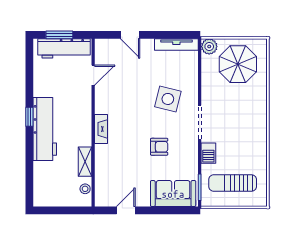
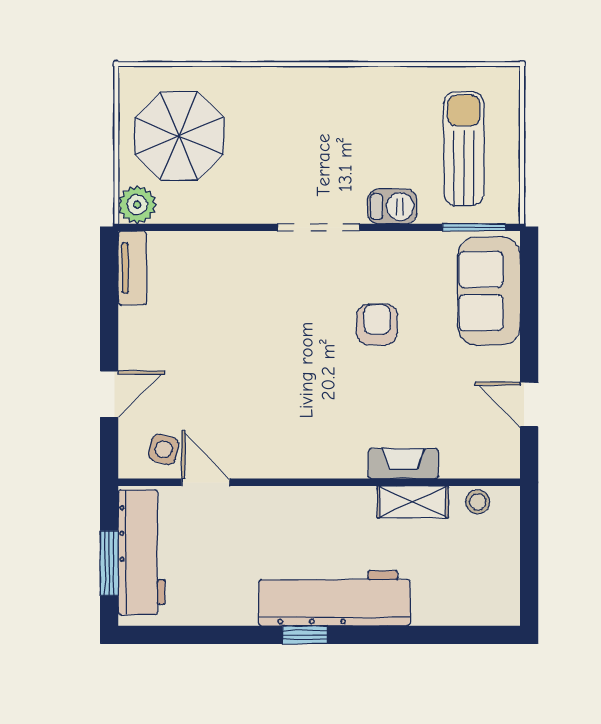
tv unit: (176, 44) -> (132, 268), width x0.71
side table: (168, 99) -> (164, 449), moved, width x0.54, depth x0.54
fireplace: (101, 129) -> (403, 464), moved
sun lounger: (233, 183) -> (464, 149), turned 180

